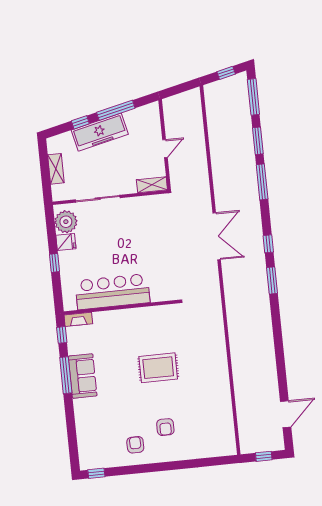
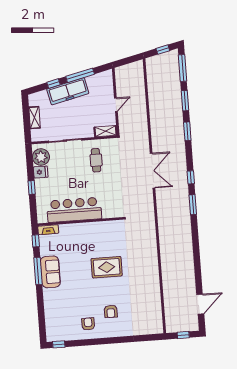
window: (262, 182) -> (187, 131), width x0.69
cafe table: (140, 224) -> (96, 160), added

